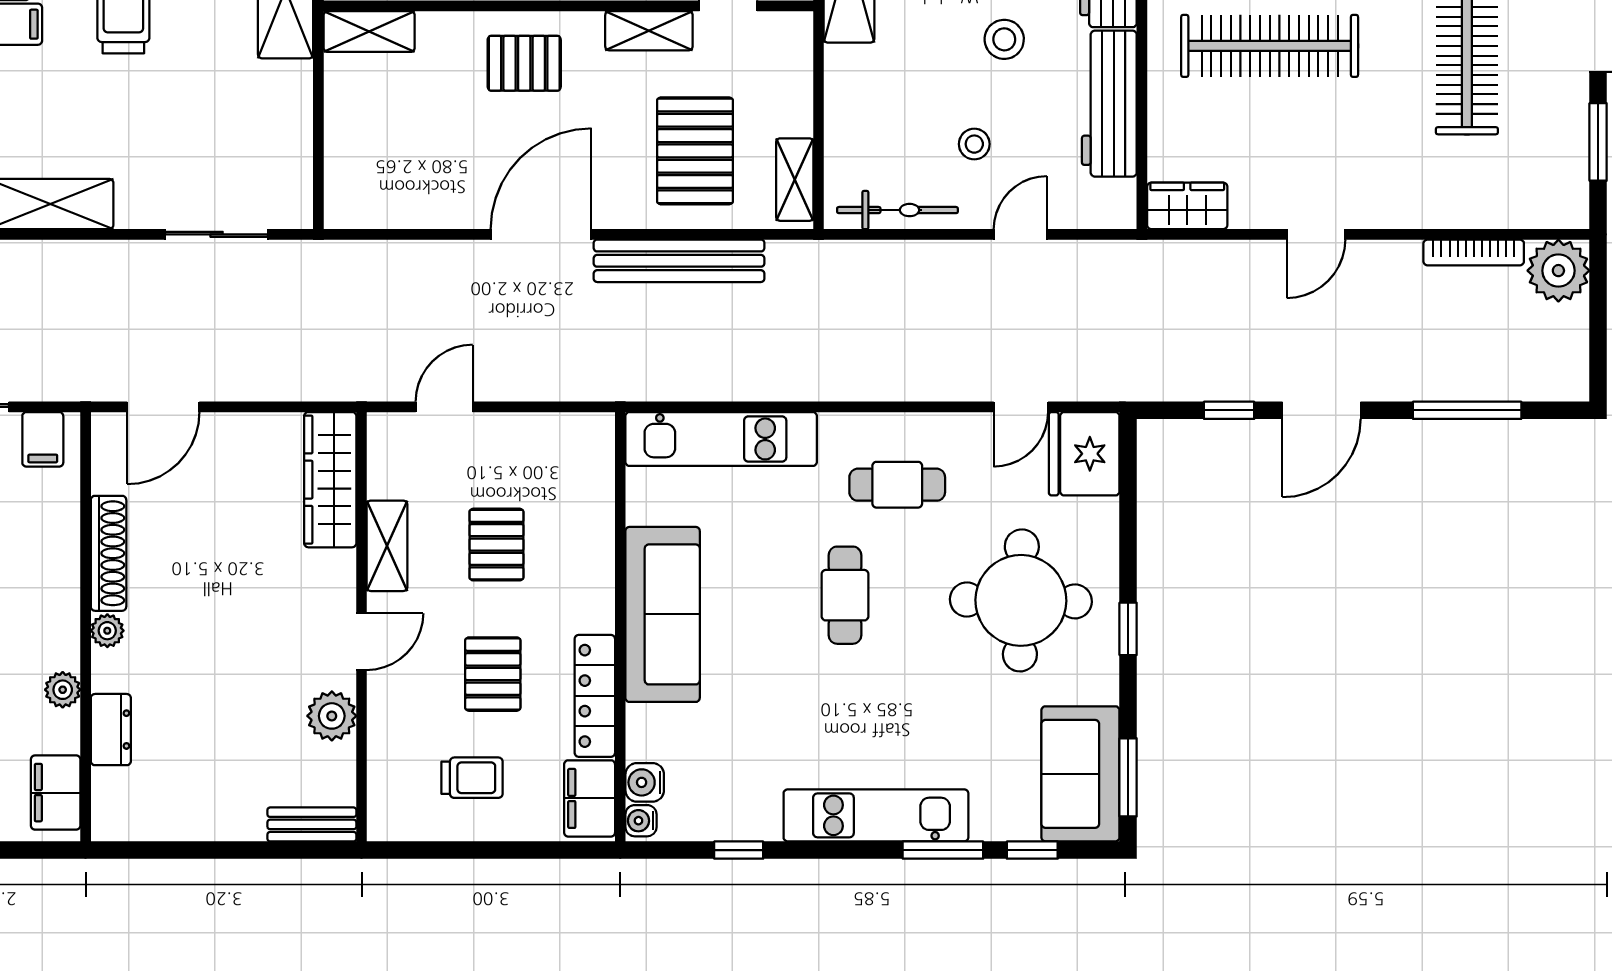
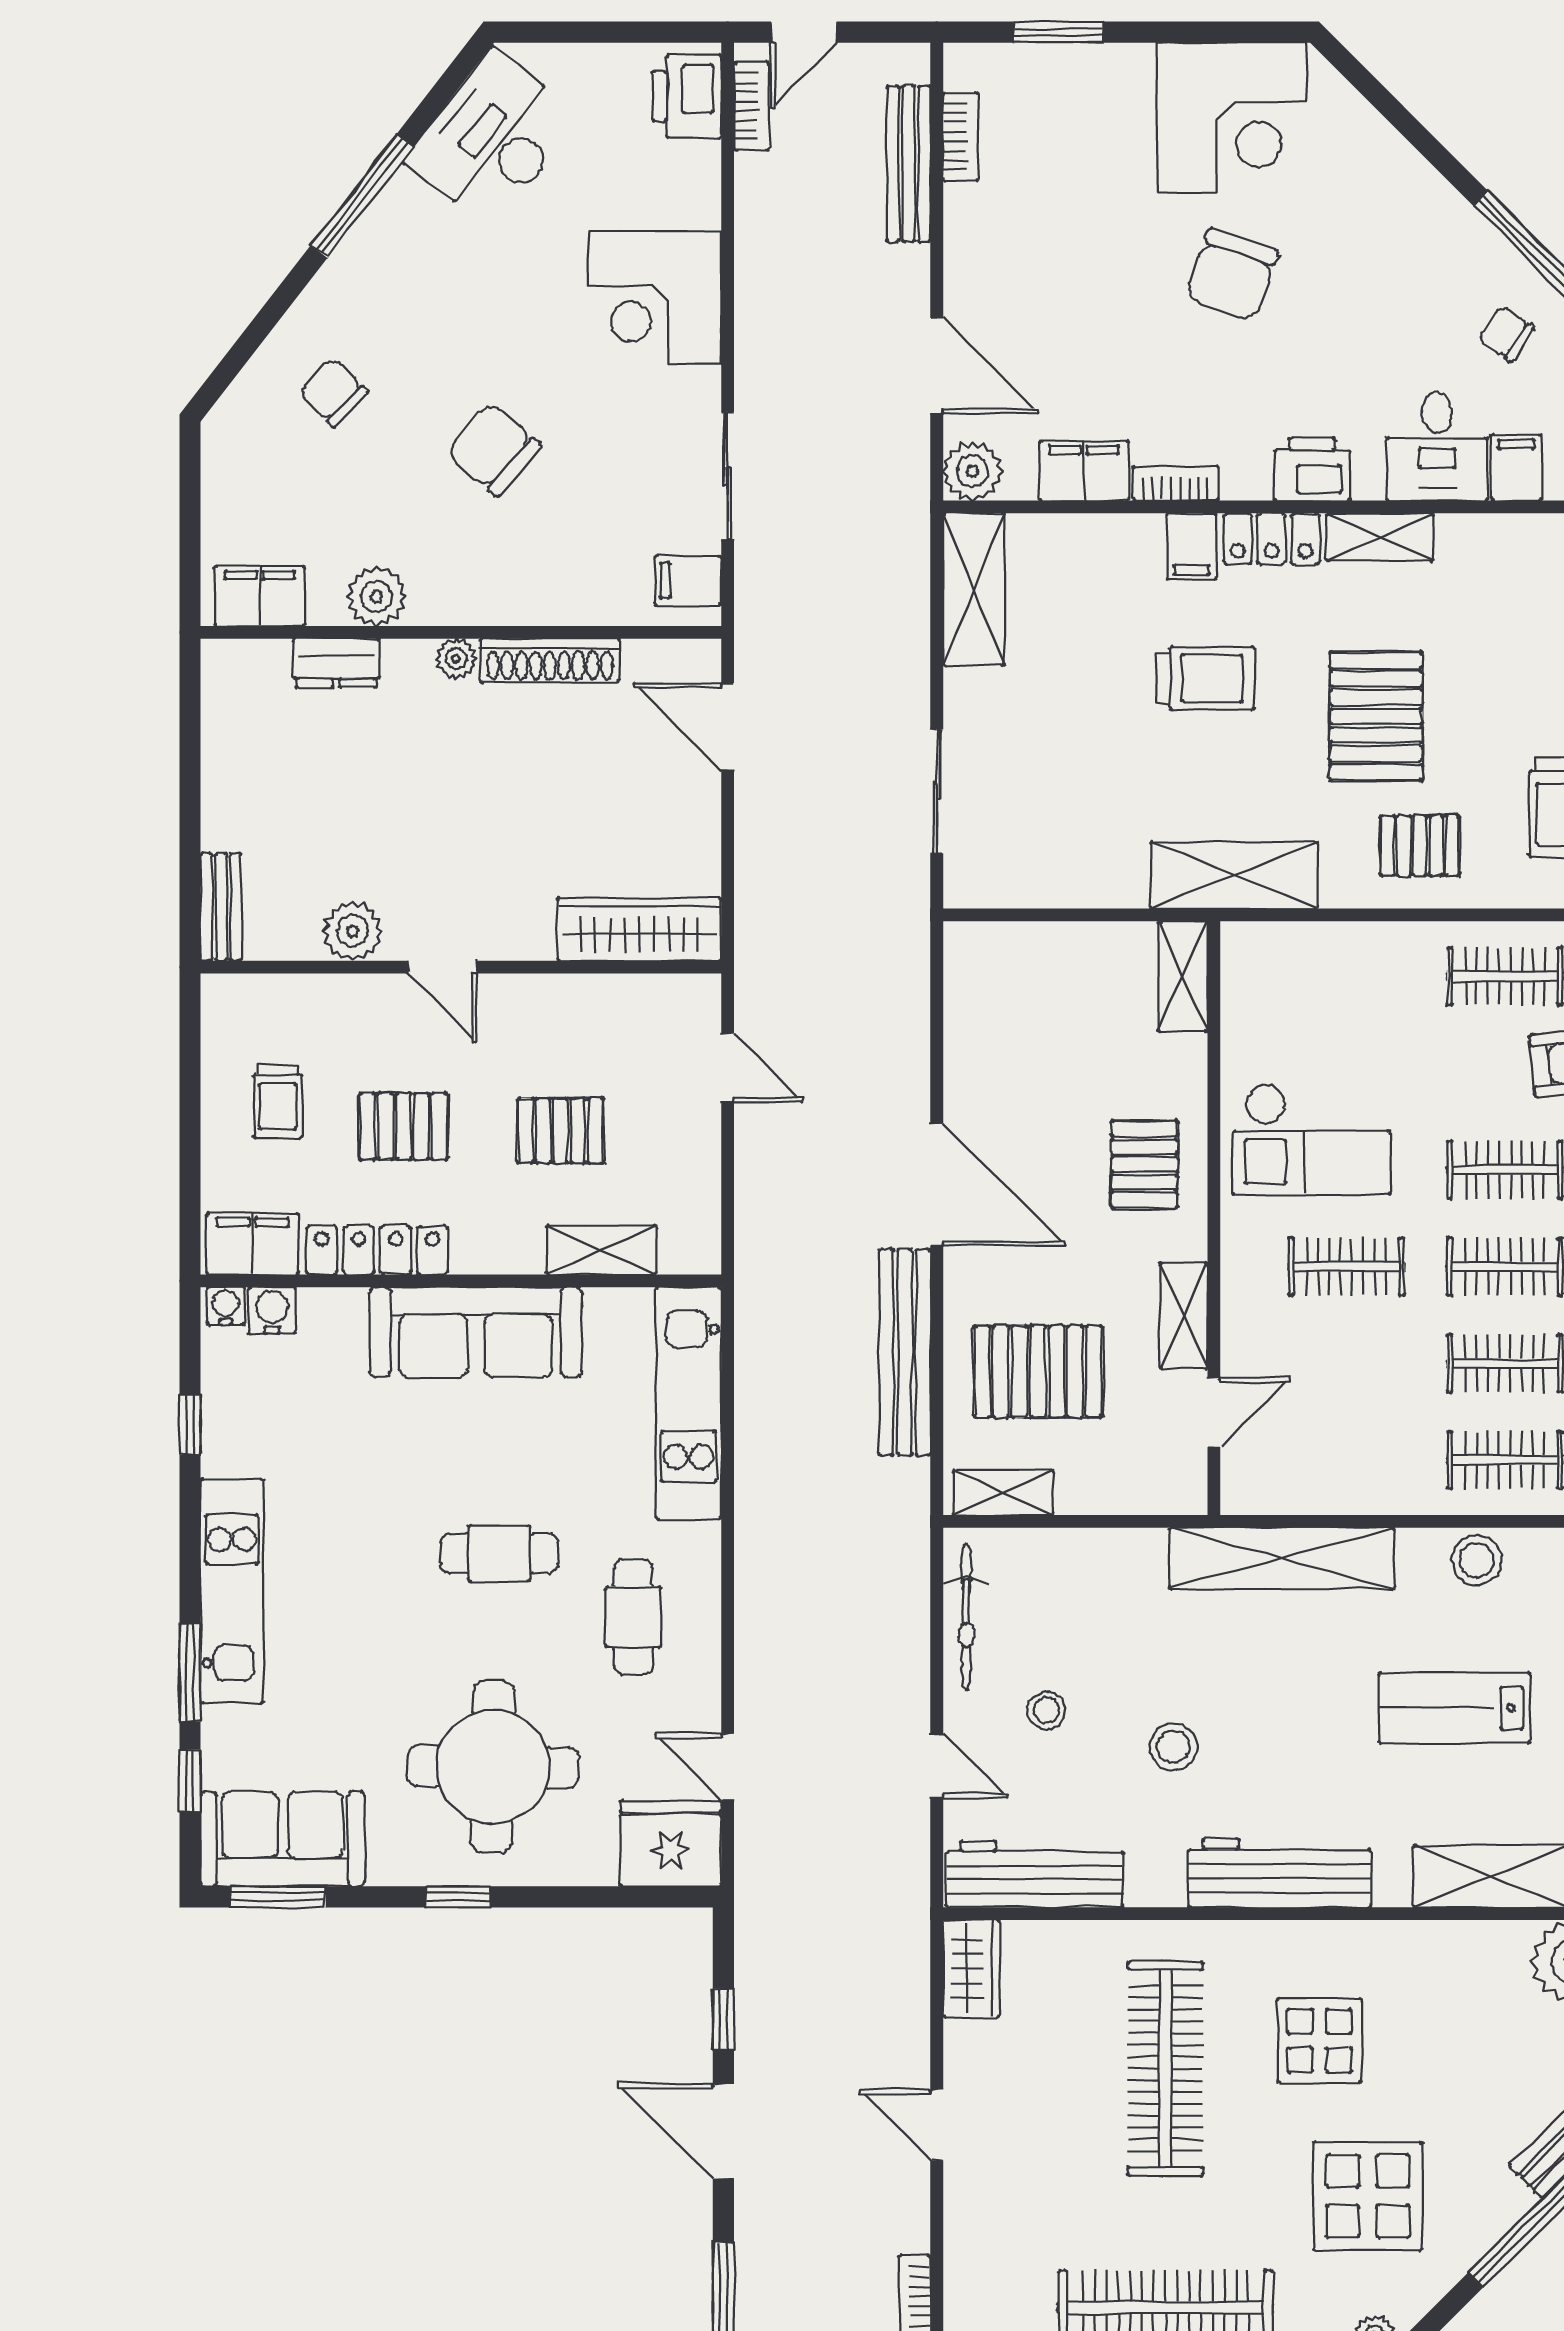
workbench: (1109, 104) -> (1035, 1874), moved
shelving: (387, 546) -> (601, 1250), moved
plant: (63, 690) -> (376, 597), width x1.38, depth x1.38

